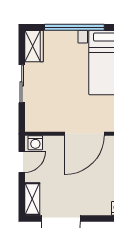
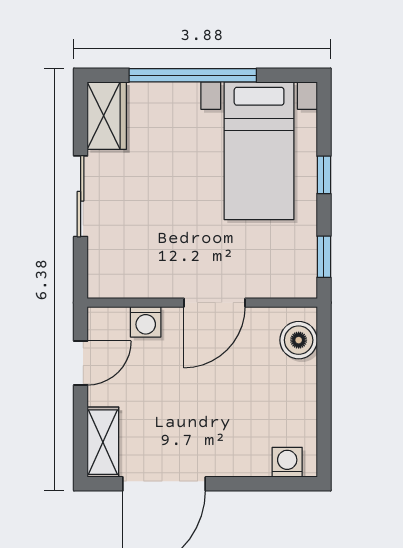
door: (85, 134) -> (215, 303), width x0.73
washing machine: (35, 143) -> (146, 322), moved

